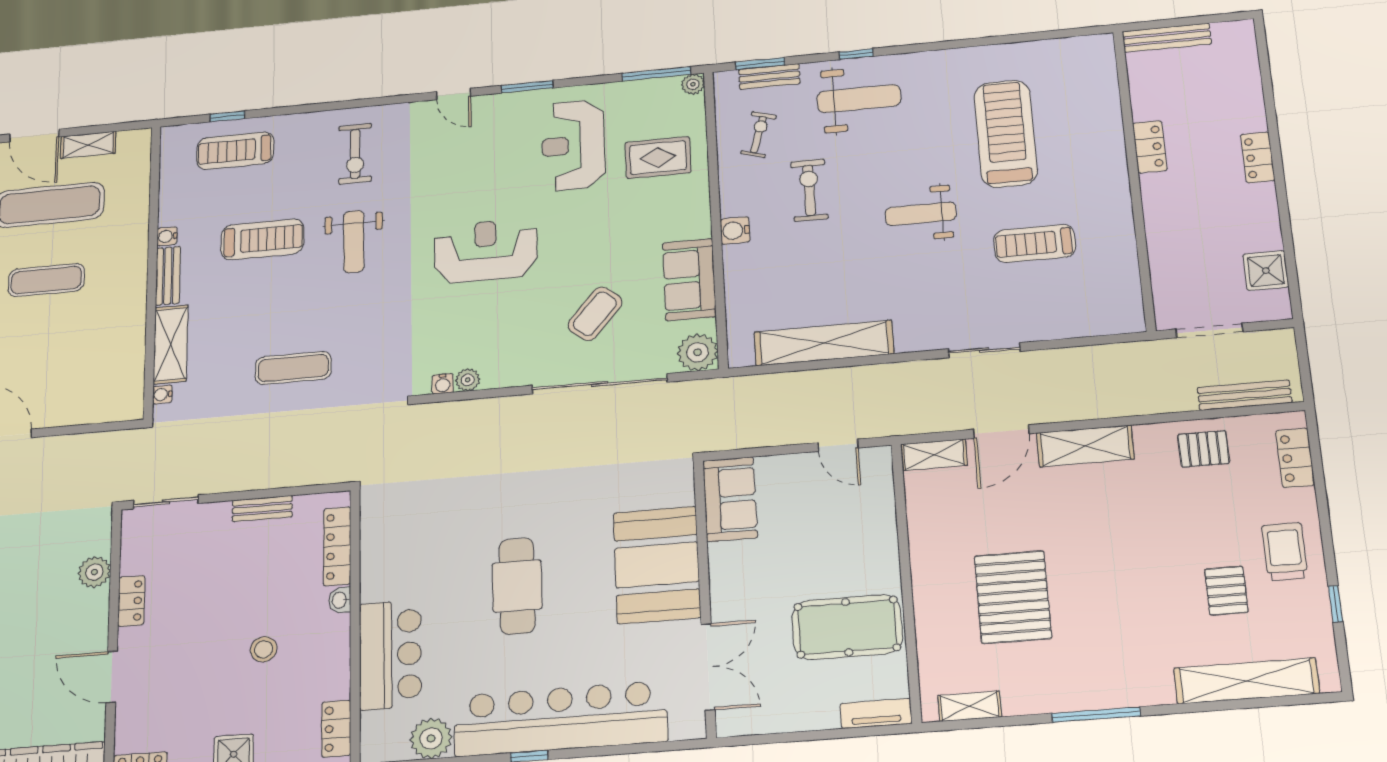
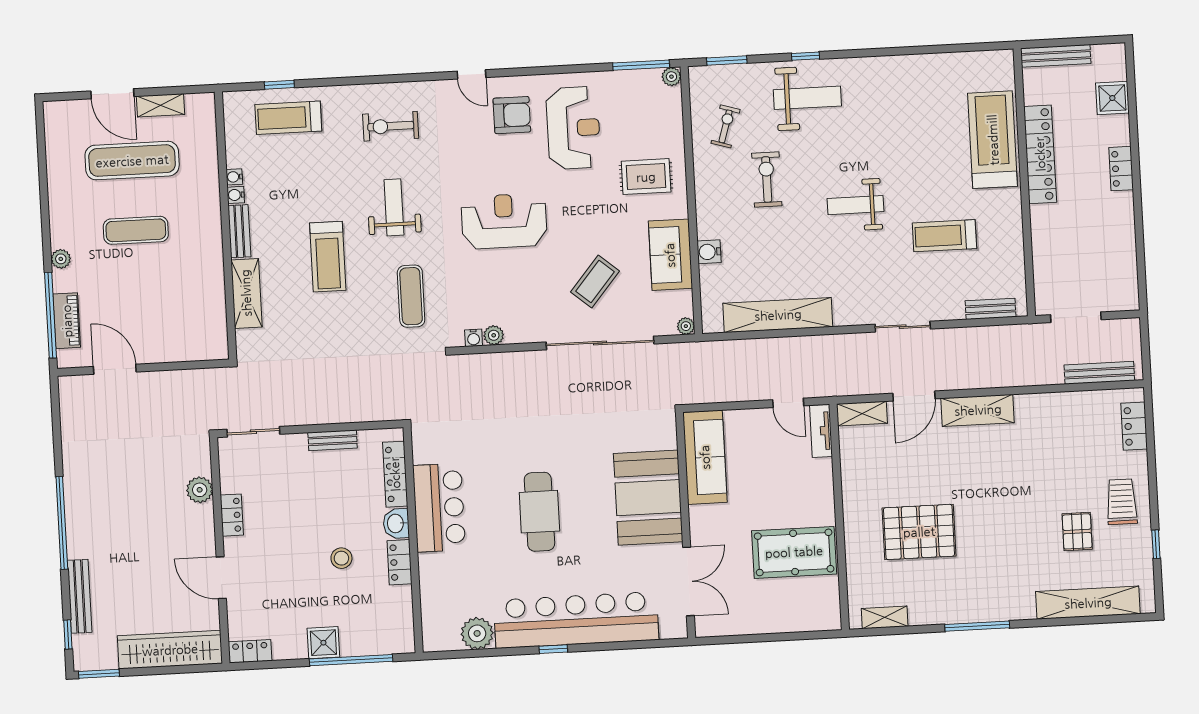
bench: (769, 77) -> (991, 309), moved
window: (527, 87) -> (533, 71), removed
treadmill: (1006, 134) -> (993, 140), moved
armchair: (500, 135) -> (512, 115), added
reception desk: (573, 145) -> (573, 128), turned 180
locker: (1150, 147) -> (1040, 154), width x2.16, depth x1.21
exercise bike: (355, 154) -> (391, 126), turned 90
rug: (658, 158) -> (646, 177), moved
water cooler: (735, 230) -> (709, 252), moved
treadmill: (262, 239) -> (328, 257), moved, turned 90
weight bench: (354, 242) -> (394, 207), turned 180
shower: (1266, 271) -> (1112, 98), moved
plant: (698, 352) -> (686, 326), width x0.53, depth x0.53
exercise mat: (293, 368) -> (411, 296), moved, turned 90
water cooler: (162, 394) -> (234, 177), moved
pallet: (1204, 449) -> (1066, 416), removed
sofa: (730, 499) -> (705, 457), width x1.36
pallet: (1013, 597) -> (919, 532), turned 90
washbasin: (340, 600) -> (396, 523), width x1.38, depth x1.45
bar counter: (390, 655) -> (439, 508), moved
tv unit: (876, 713) -> (821, 431), moved, turned -90
locker: (336, 729) -> (399, 562), moved

